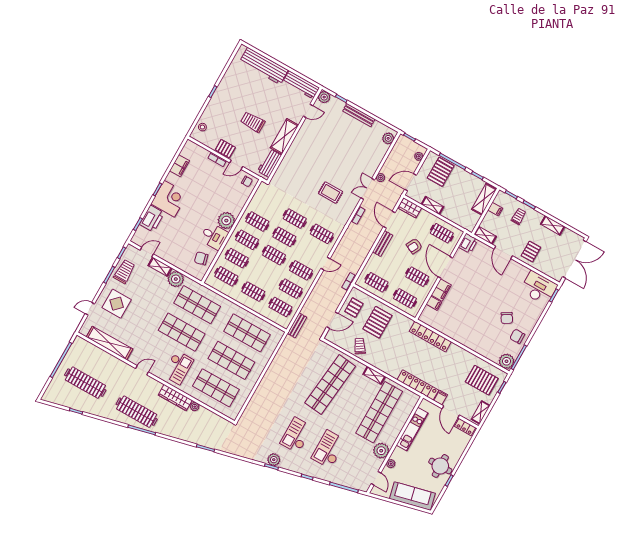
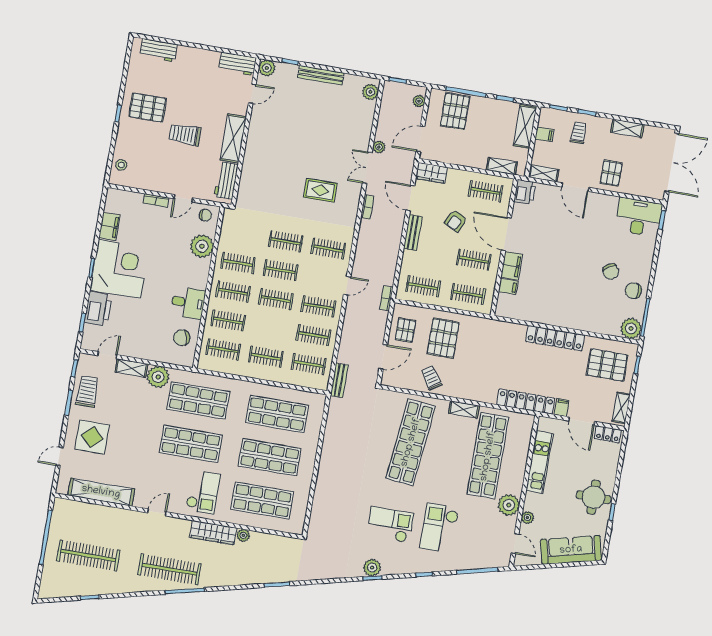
workbench: (264, 66) -> (159, 50), width x0.53, depth x0.76
workbench: (301, 85) -> (238, 64), width x0.73
pallet: (225, 149) -> (148, 108), moved, width x1.50, depth x1.42
corner desk: (169, 199) -> (120, 269), width x1.36, depth x1.36
shelving: (433, 205) -> (502, 166), moved
plant: (226, 221) -> (202, 246), moved
locker: (430, 337) -> (555, 338), moved
checkout: (296, 435) -> (390, 525), turned 90

